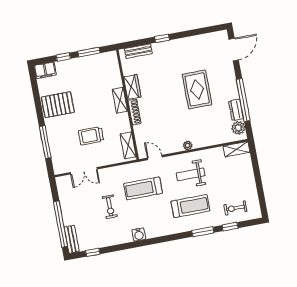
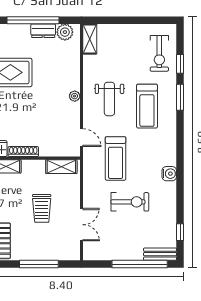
door: (155, 157) -> (82, 138), swing flipped
treadmill: (190, 206) -> (147, 106), turned 180
exercise bike: (110, 207) -> (130, 202), width x1.38, depth x1.39
exercise bike: (235, 208) -> (159, 53), width x1.38, depth x1.39

